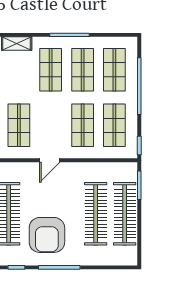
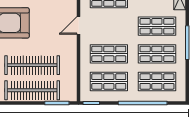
door: (50, 160) -> (79, 25), hinge flipped

